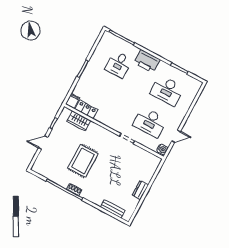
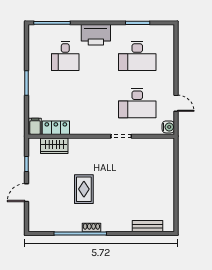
door: (176, 136) -> (176, 103), hinge flipped
rug: (83, 161) -> (84, 189), width x0.73, depth x0.70
dresser: (140, 190) -> (168, 187), removed

